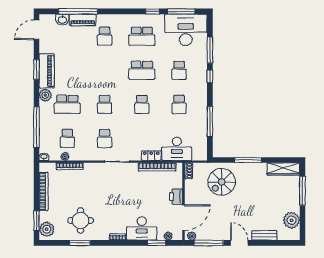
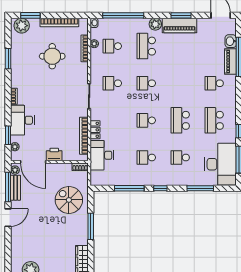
window: (210, 76) -> (160, 188), moved
round table: (81, 220) -> (52, 56), moved
bench: (264, 235) -> (16, 188), moved

